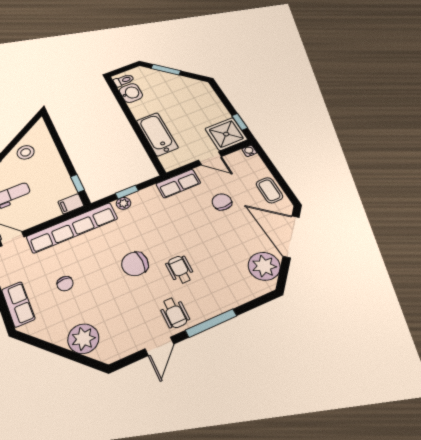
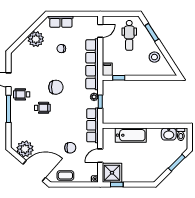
row of seats: (178, 183) -> (92, 125), width x1.48
chair: (135, 264) -> (56, 87), turned 90
plant: (83, 339) -> (36, 39), moved

